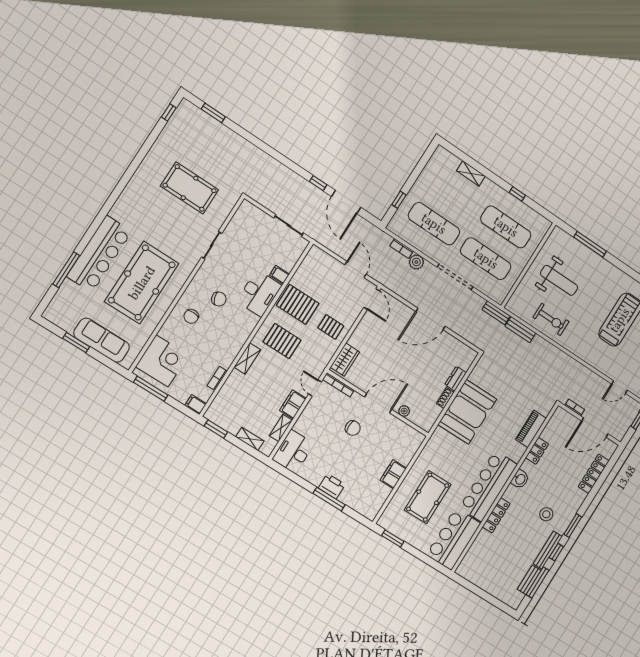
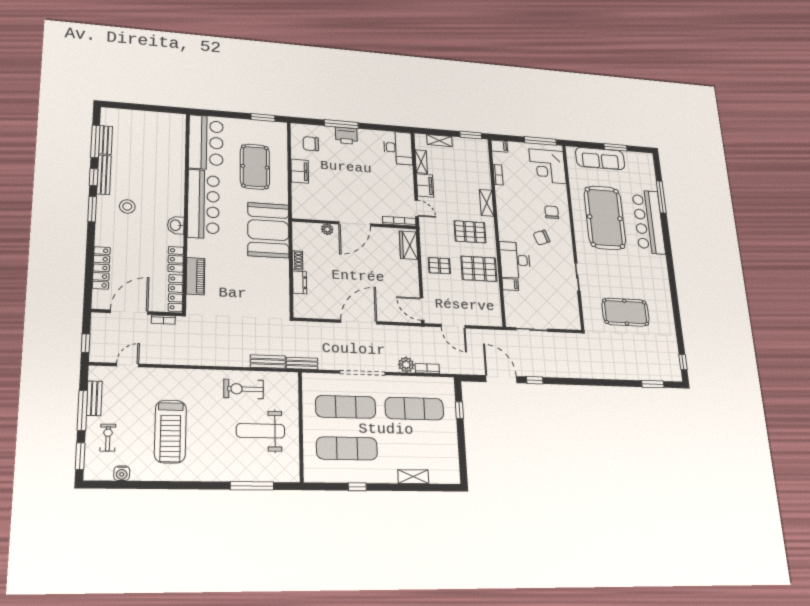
booth: (467, 412) -> (268, 230), moved
chair: (353, 428) -> (311, 144), moved
locker: (496, 515) -> (176, 293), moved

